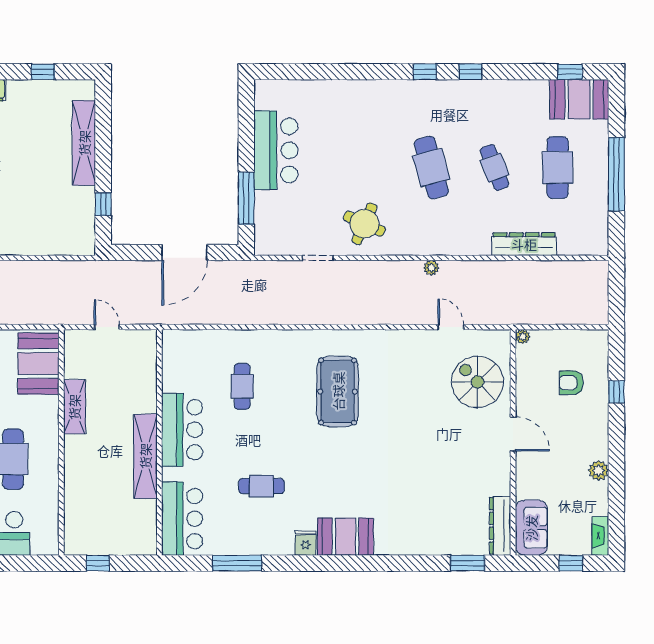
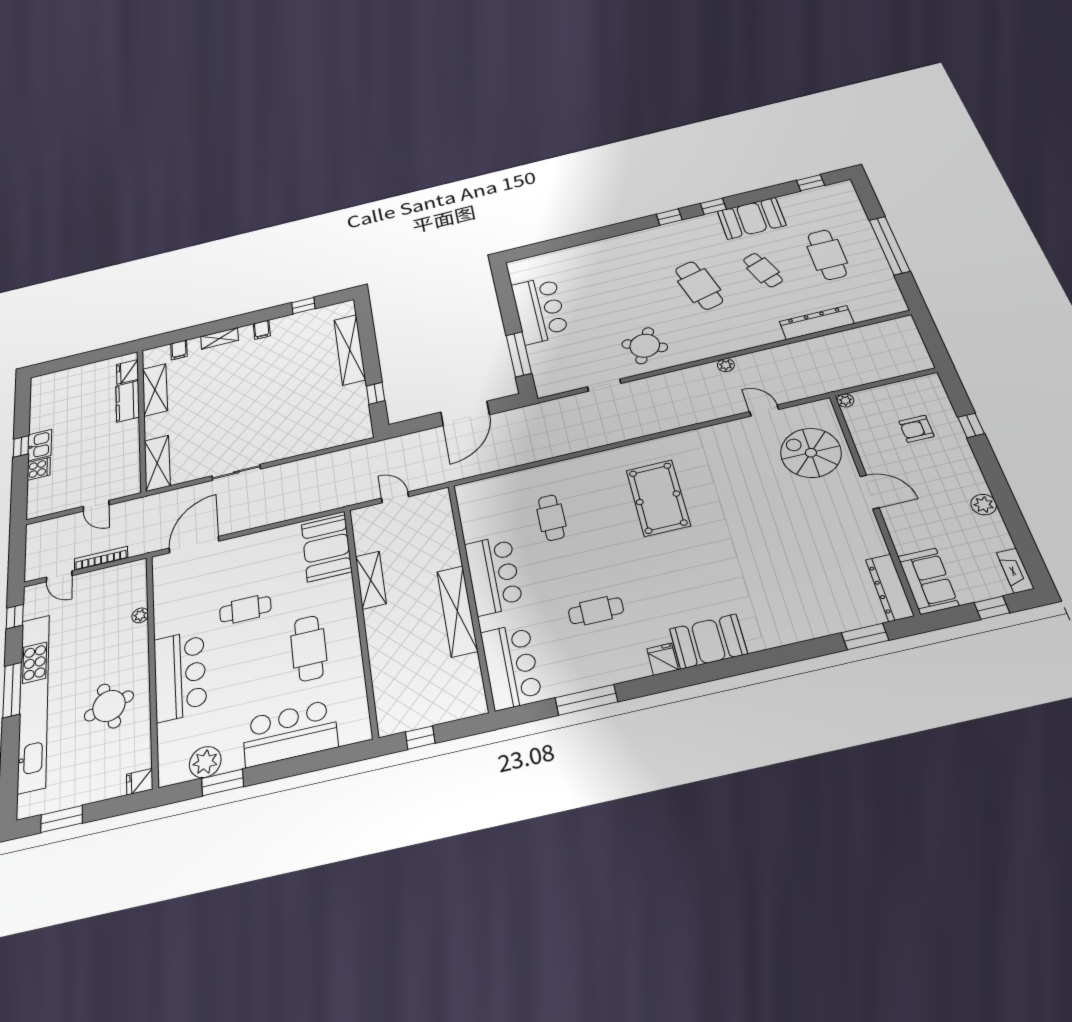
booth: (579, 99) -> (752, 218), moved

